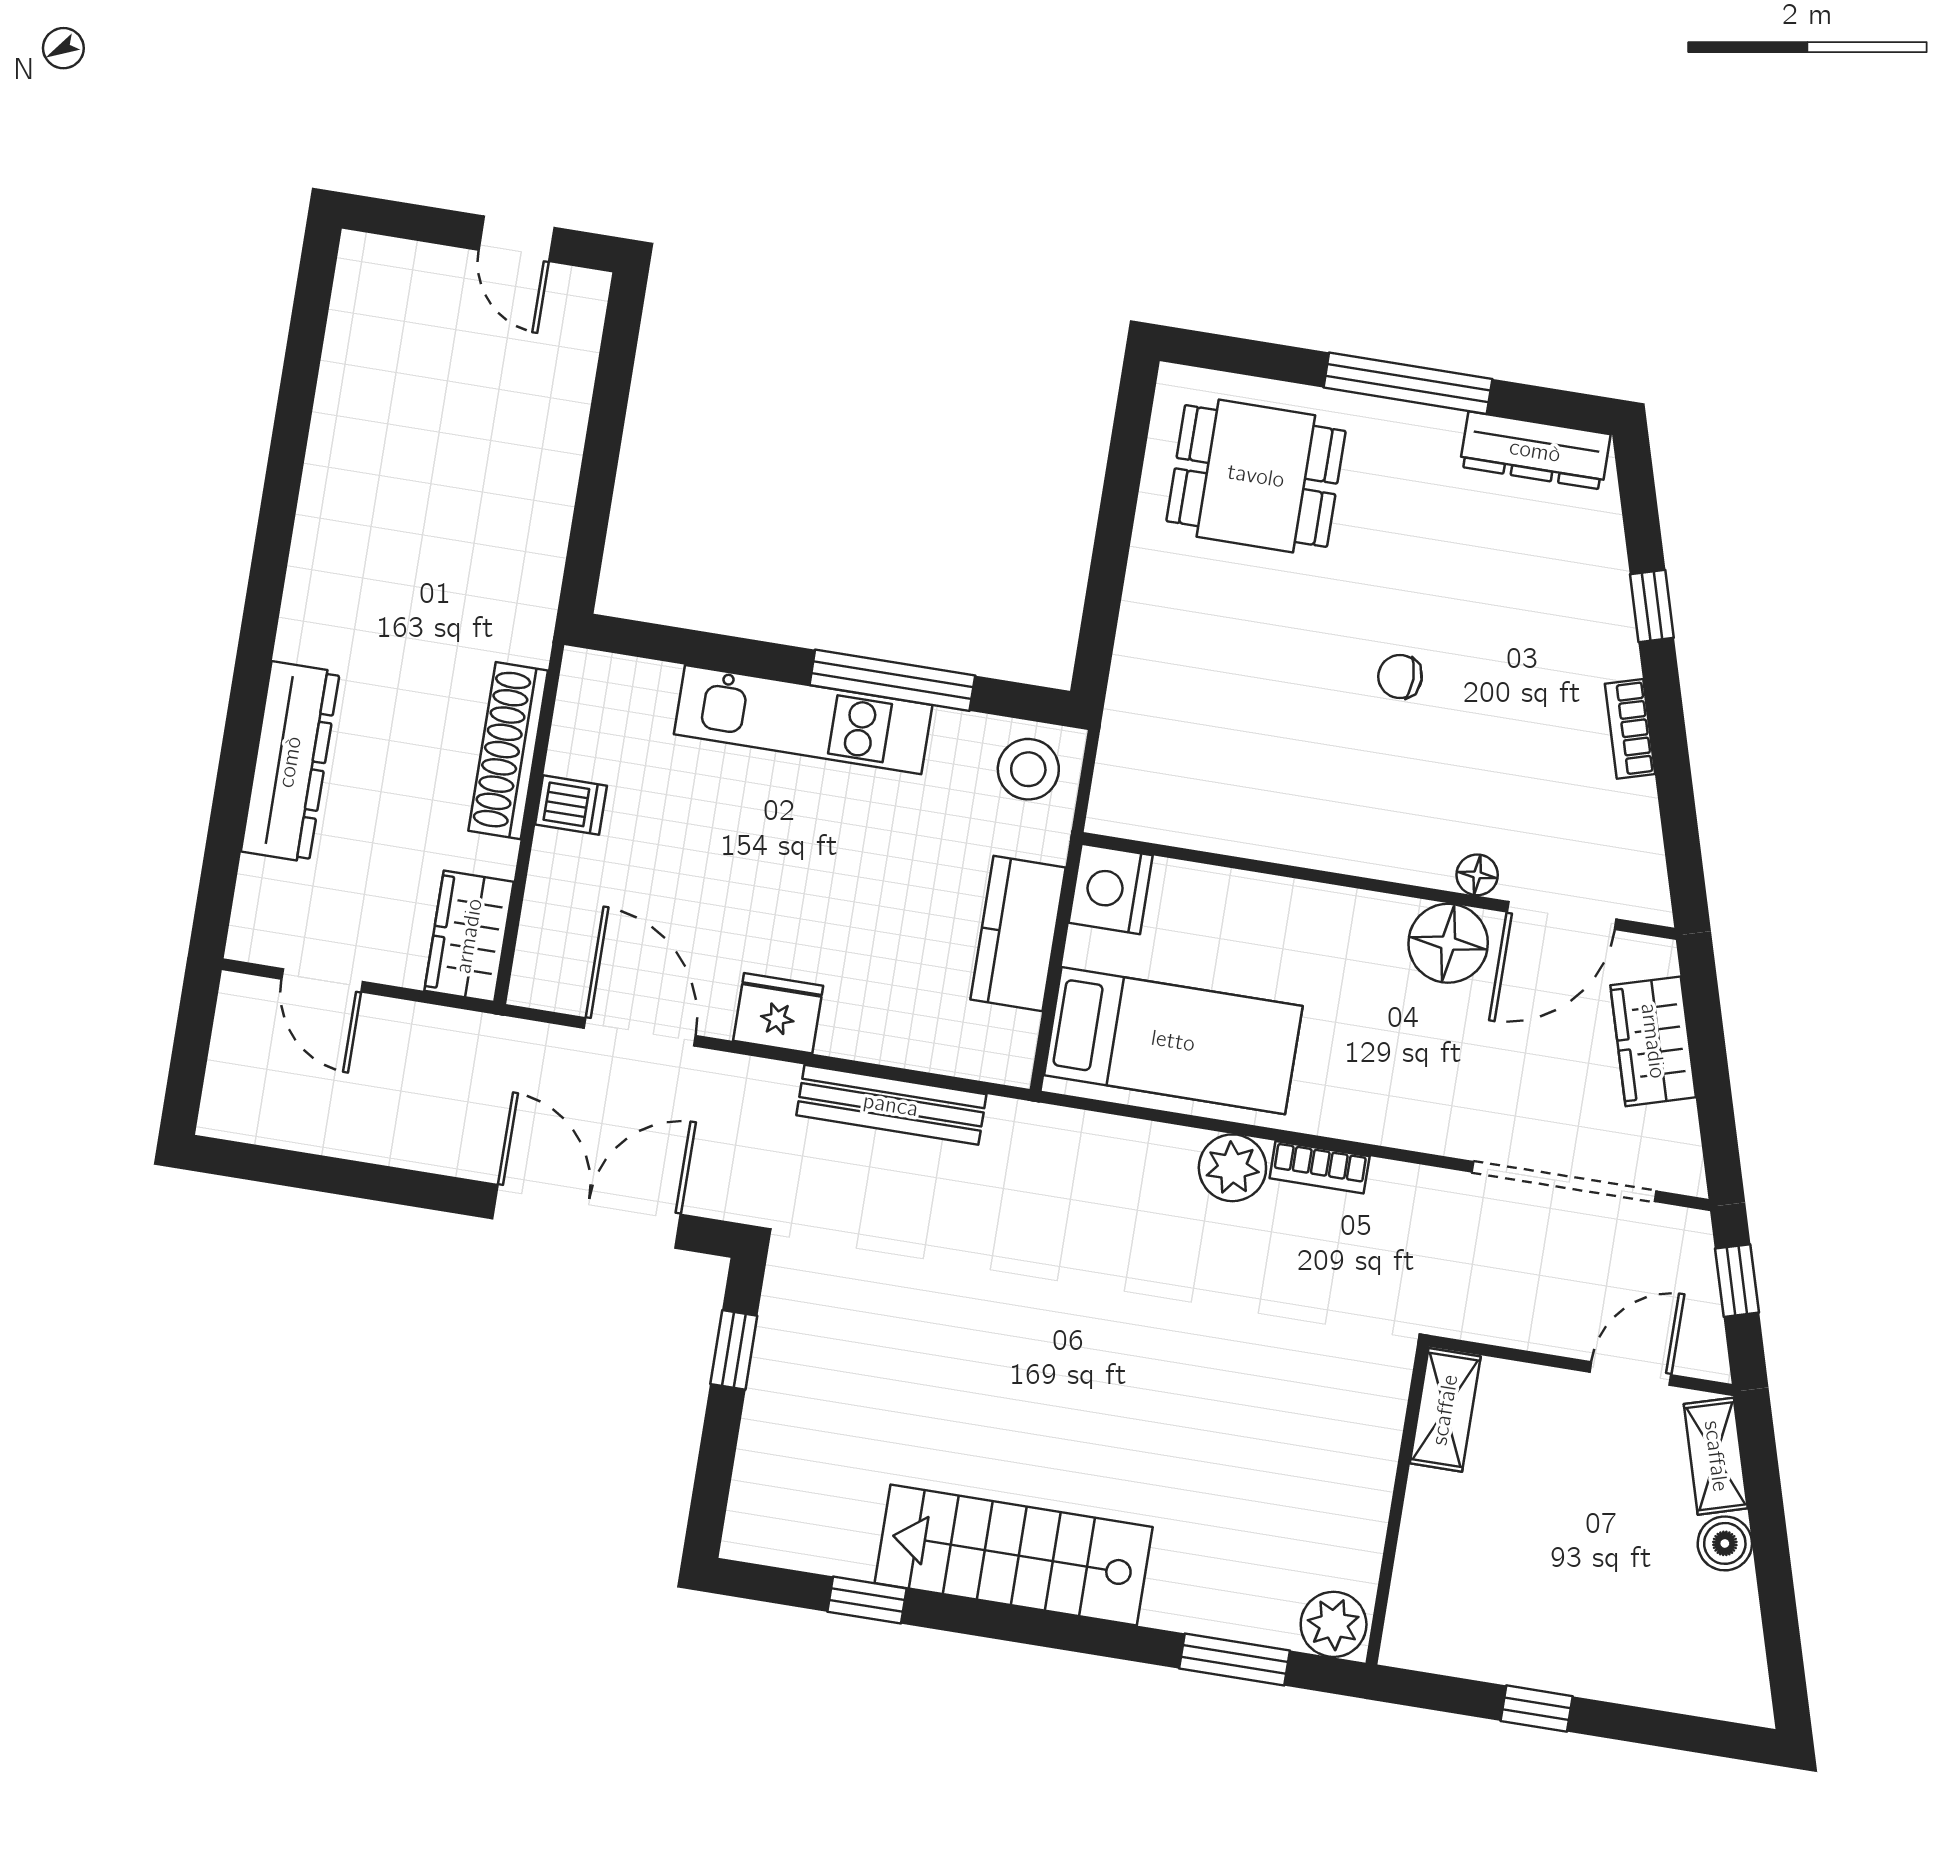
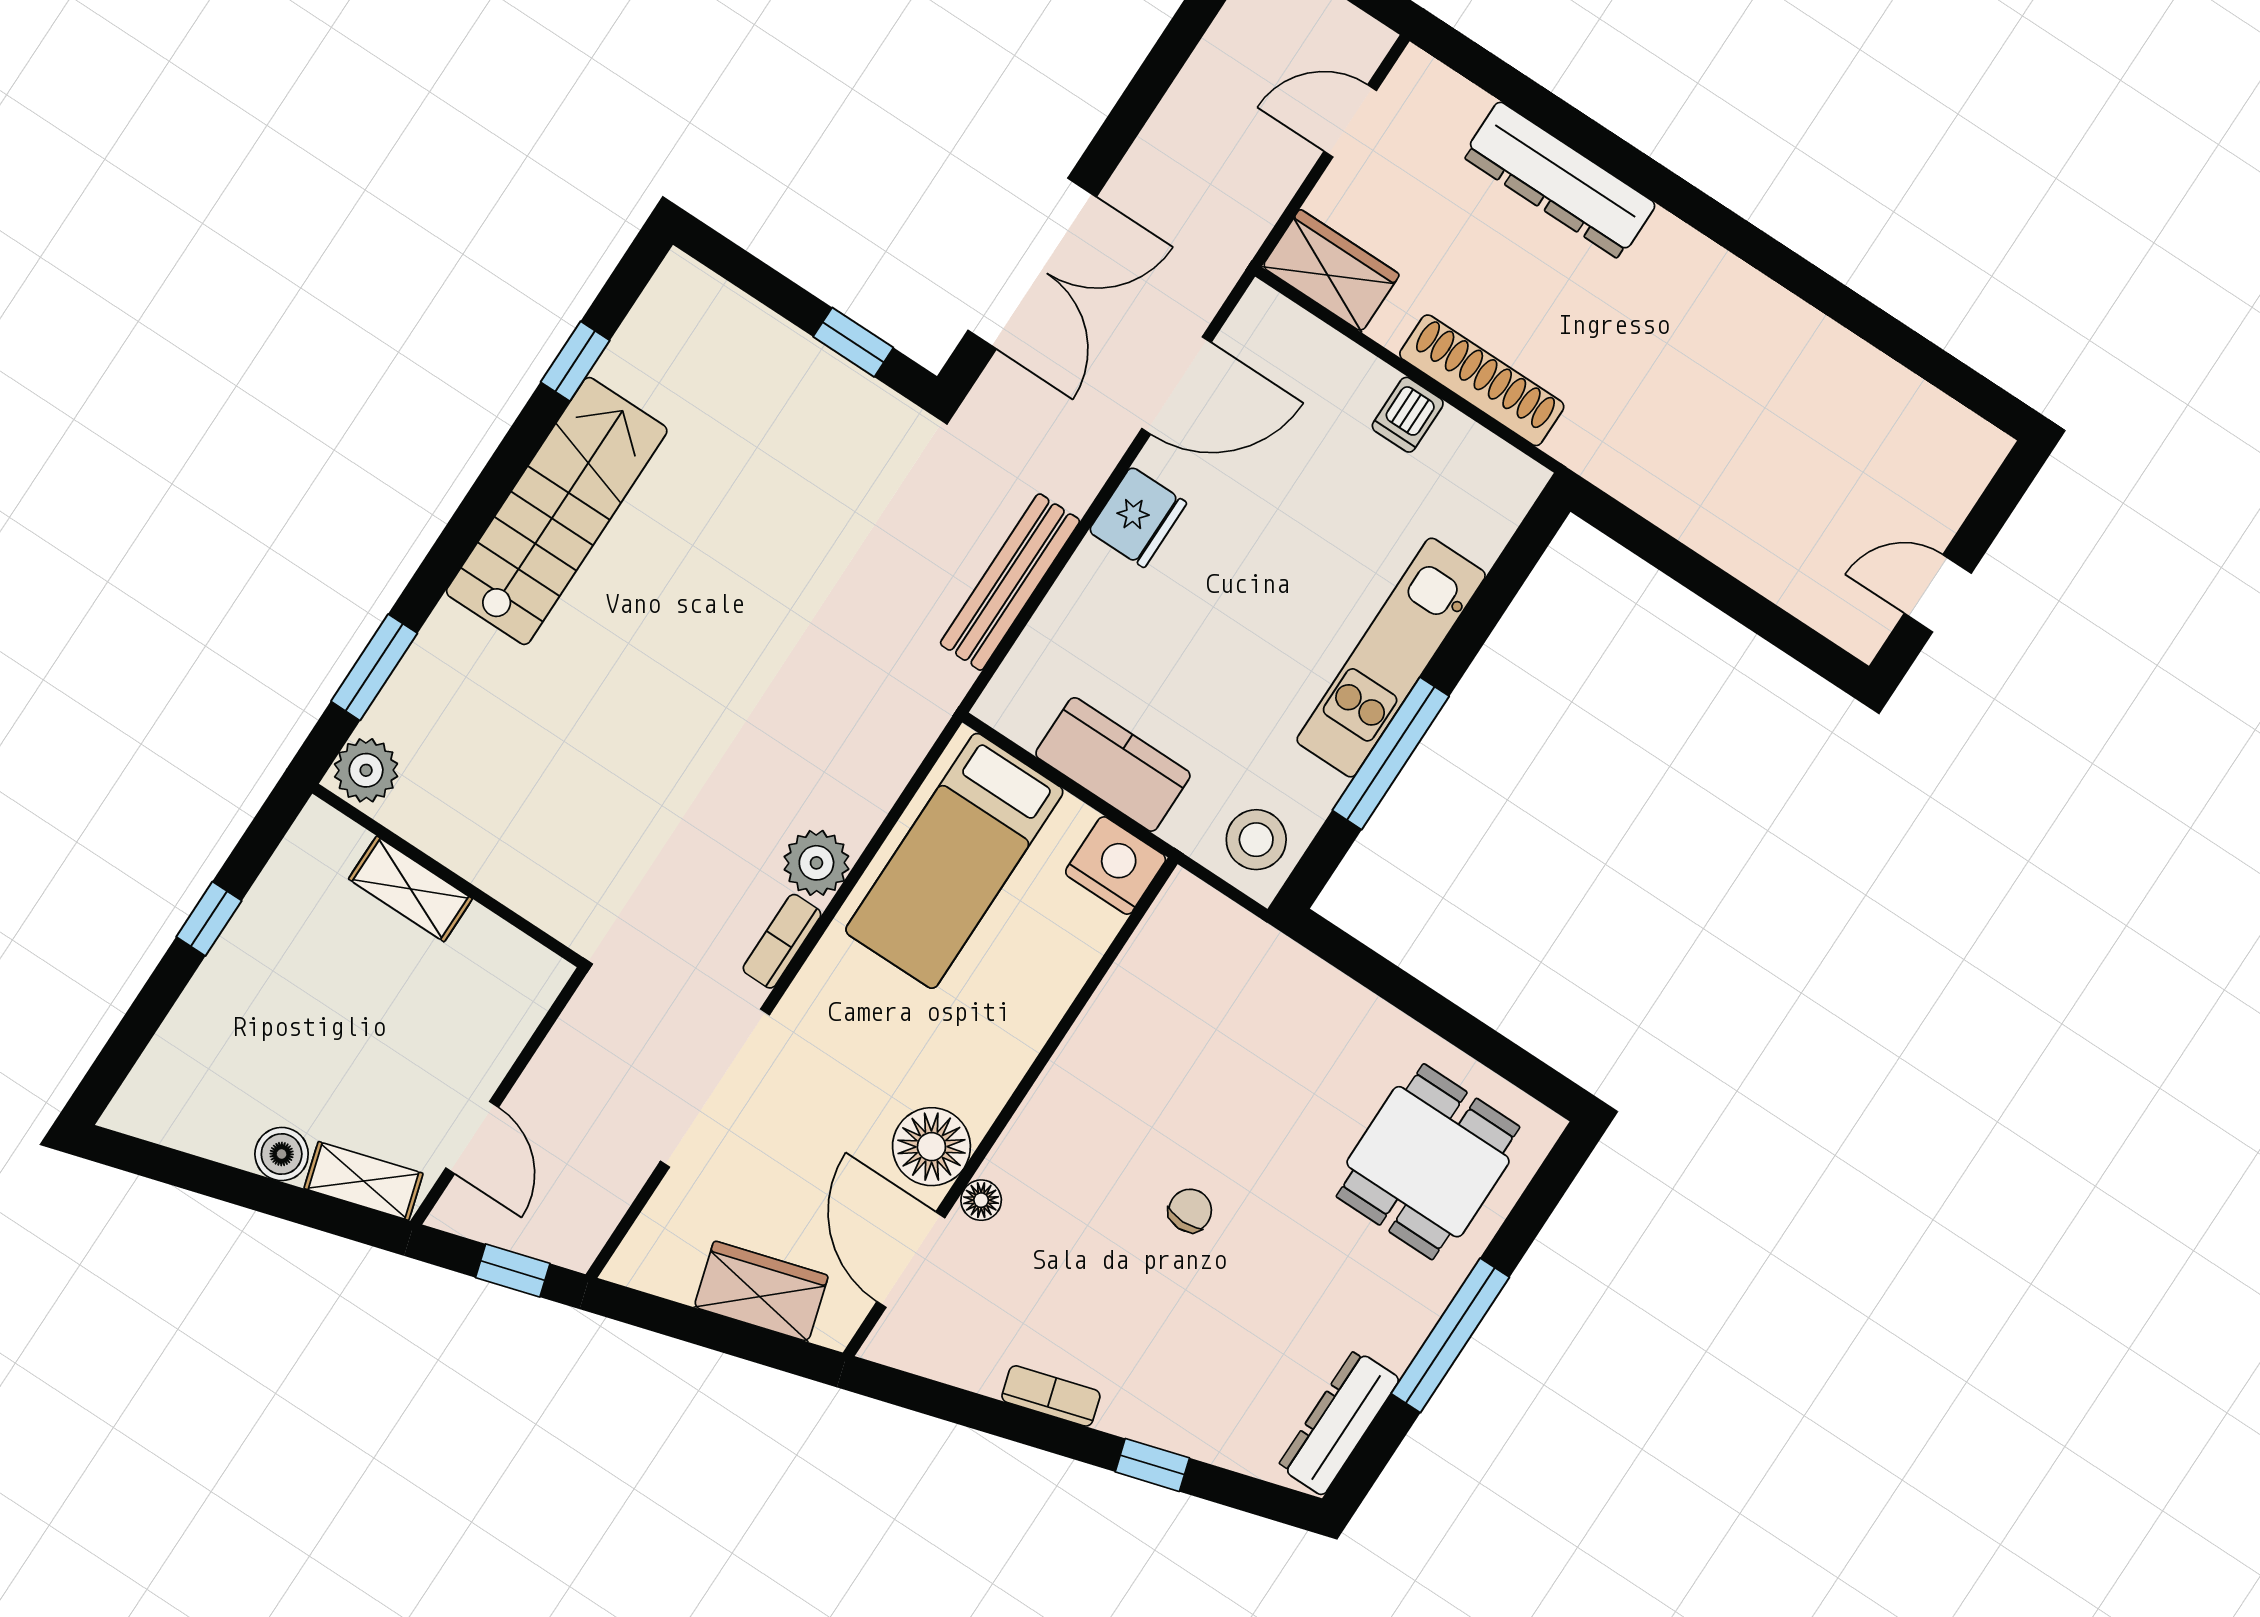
doorway: (1564, 1182) -> (715, 1088), moved
shelving: (1445, 1410) -> (410, 889), moved

